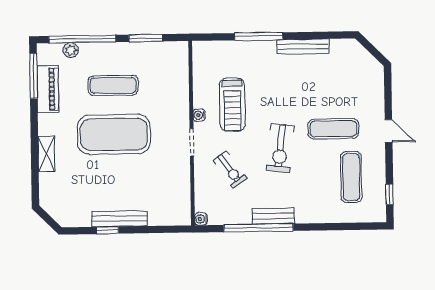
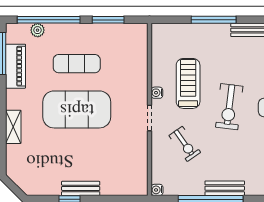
treadmill: (232, 105) -> (188, 83), turned 180
exercise bike: (280, 148) -> (229, 107), moved
bench: (119, 219) -> (81, 188), width x0.73

